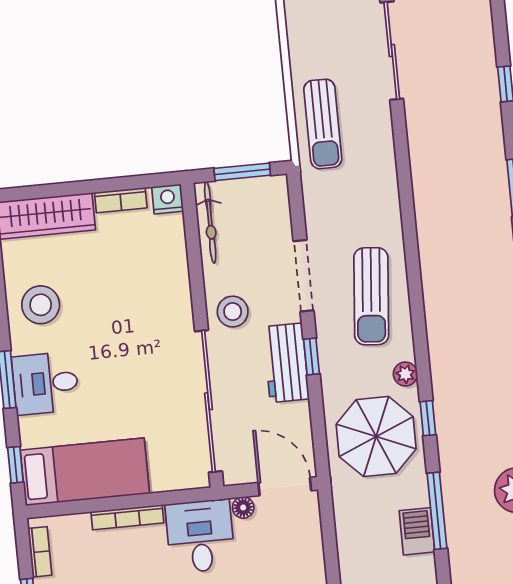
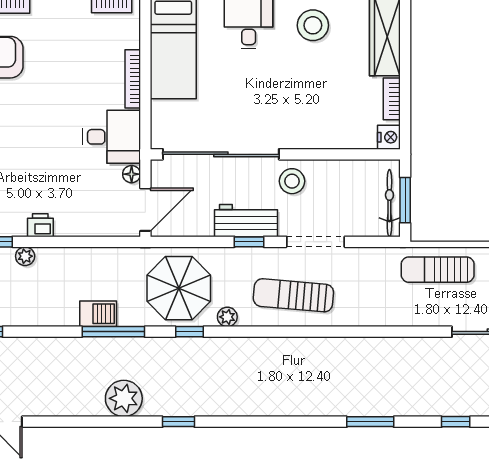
bicycle: (210, 222) -> (389, 203), moved, turned 90

